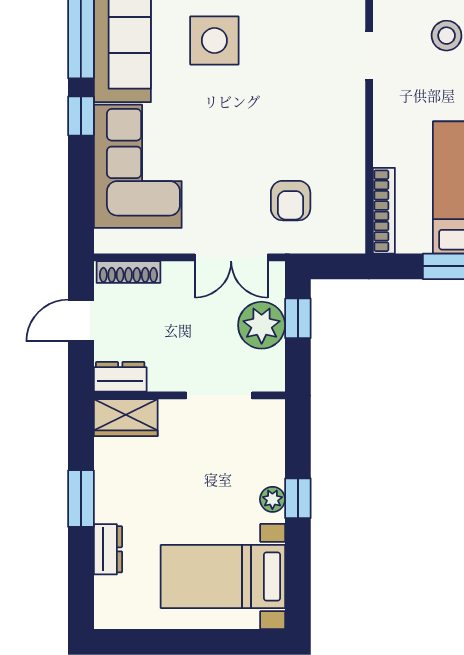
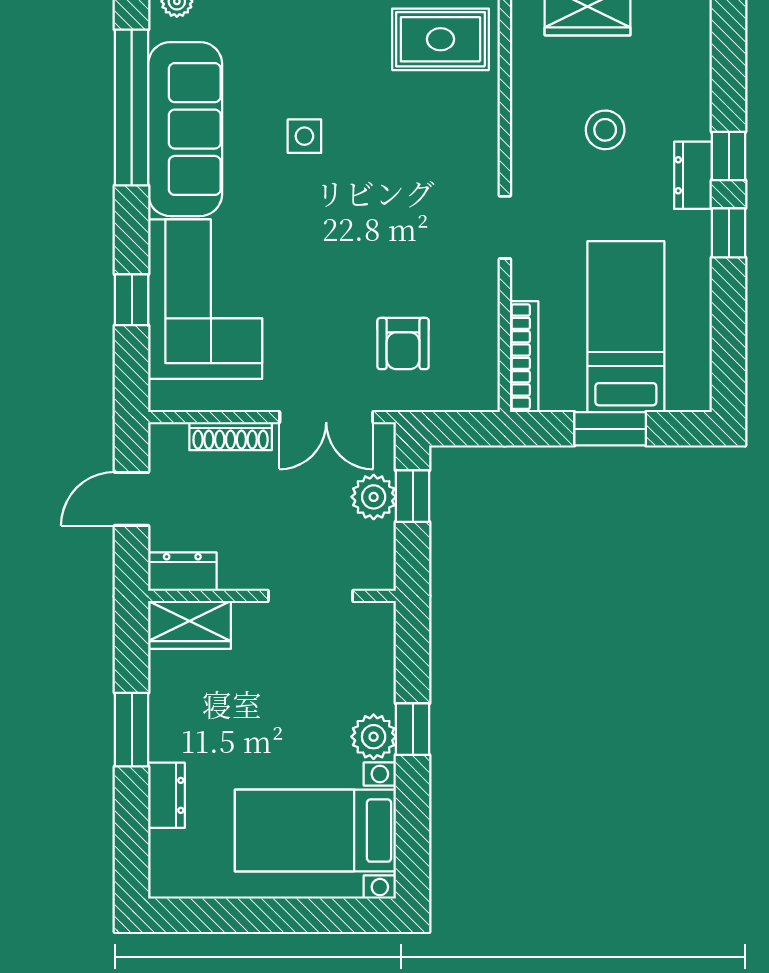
side table: (214, 40) -> (304, 136), width x0.54, depth x0.54
doorway: (369, 56) -> (505, 227), moved
window: (81, 116) -> (132, 300), moved
shoe rack: (128, 272) -> (231, 436), moved
plant: (262, 325) -> (374, 497), width x0.73, depth x0.73
plant: (272, 499) -> (374, 737), width x1.38, depth x1.38

